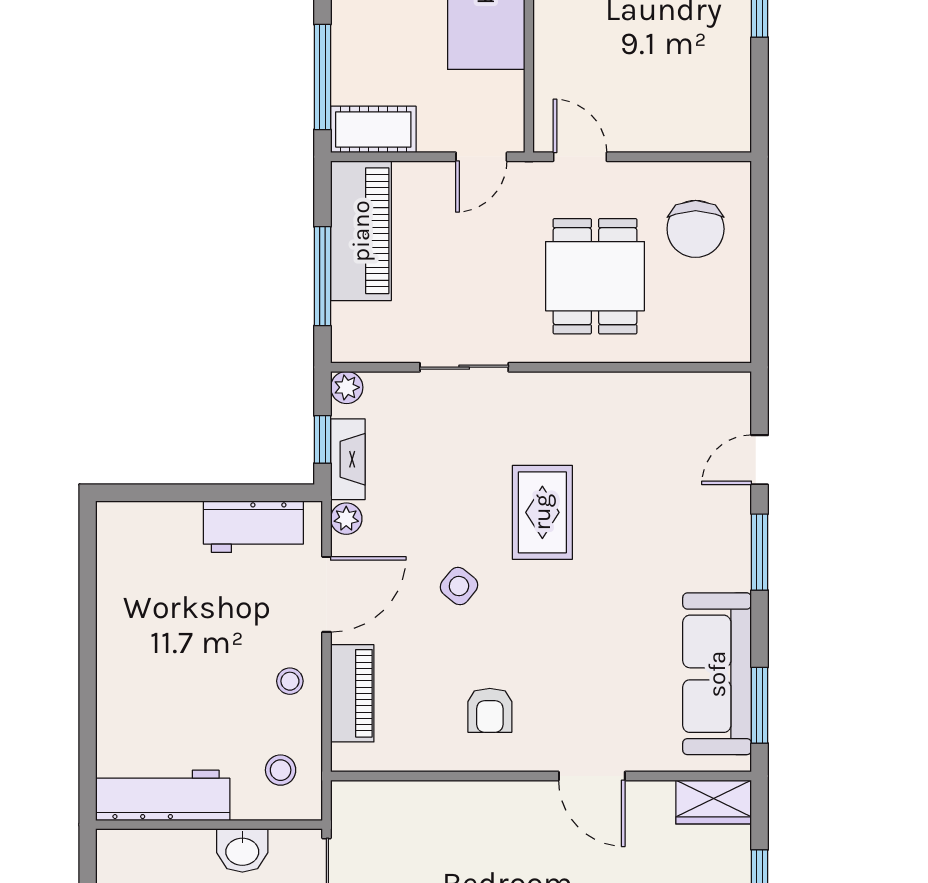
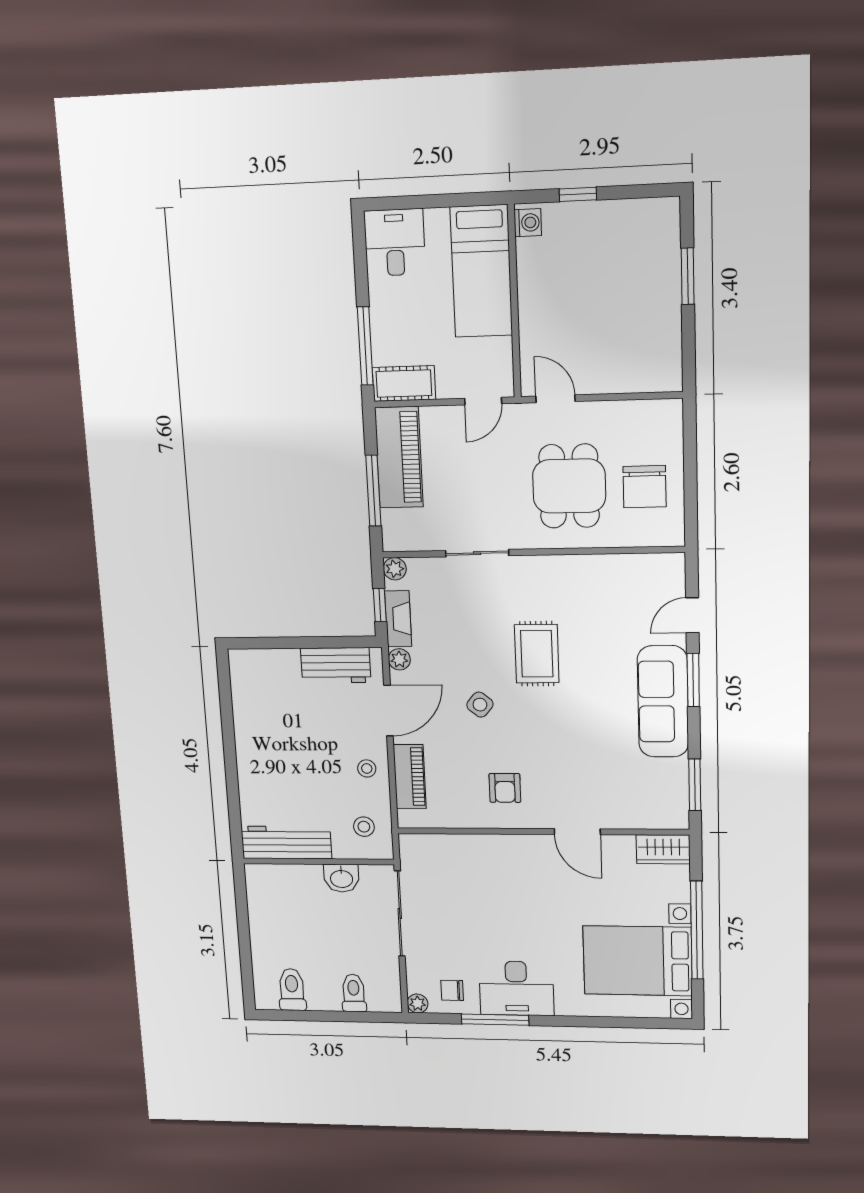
chair: (696, 229) -> (645, 487), moved
sofa: (717, 674) -> (663, 702), moved

